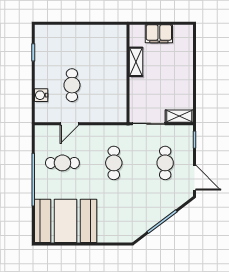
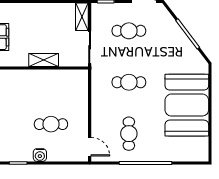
shelving: (136, 62) -> (44, 60), moved
water cooler: (41, 95) -> (40, 155), moved
door: (69, 124) -> (90, 147), moved
booth: (66, 221) -> (187, 105), moved

